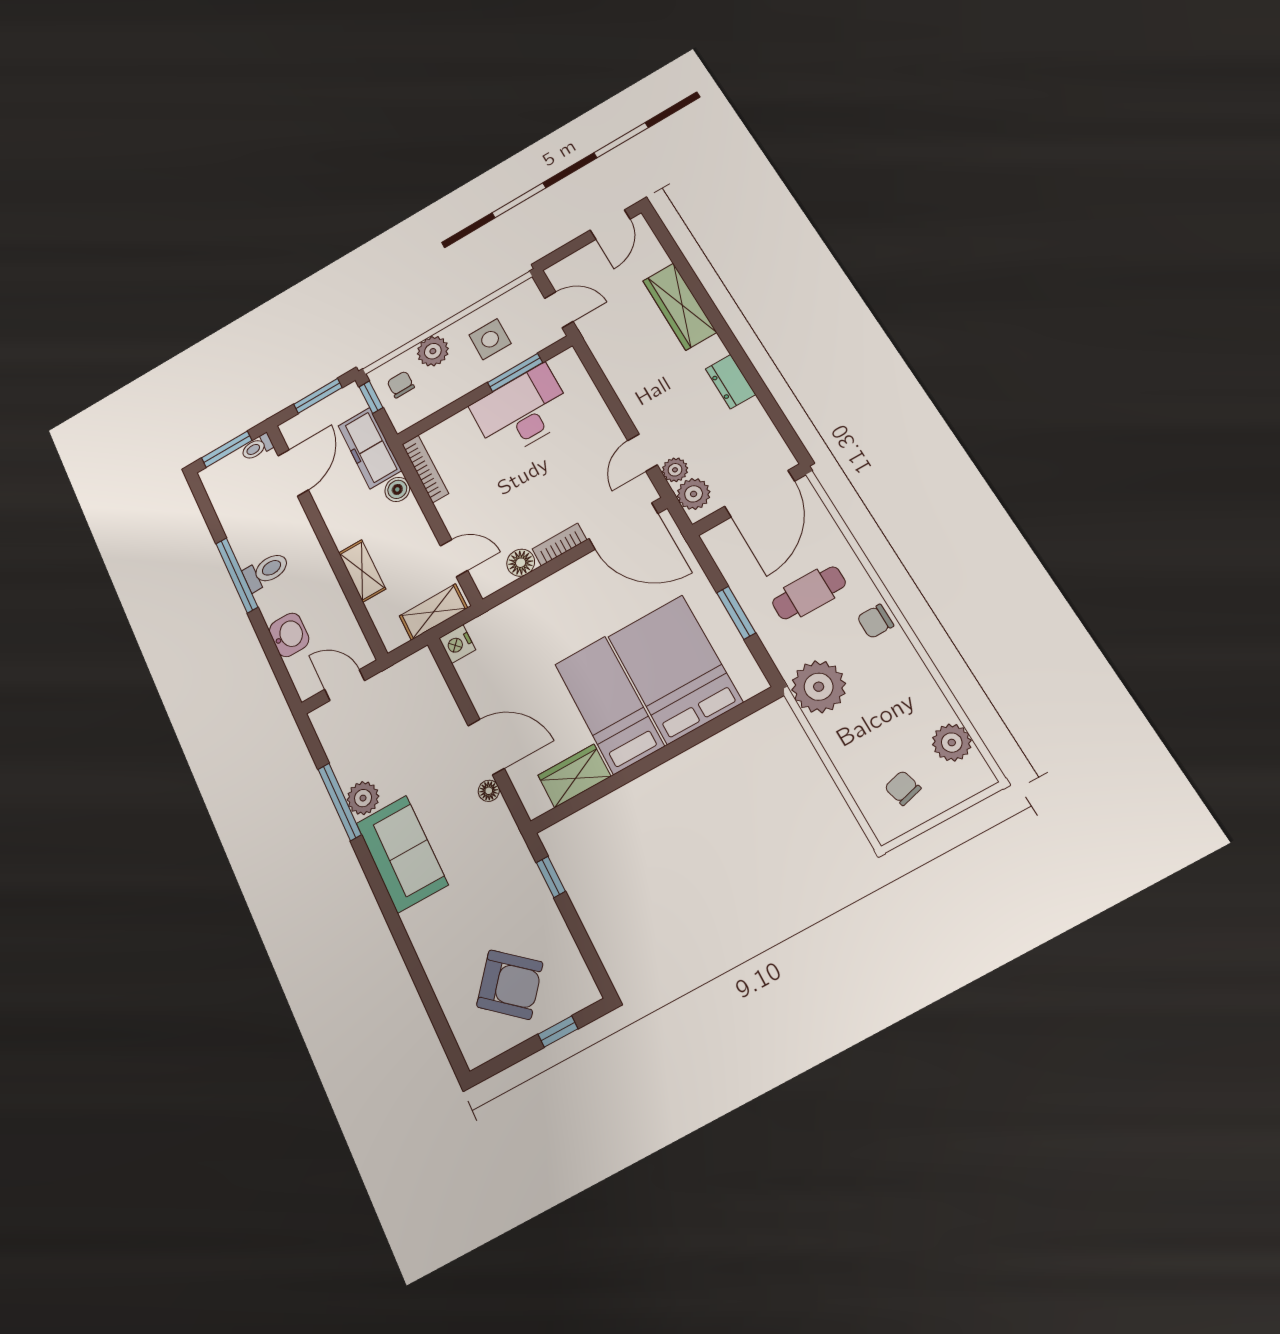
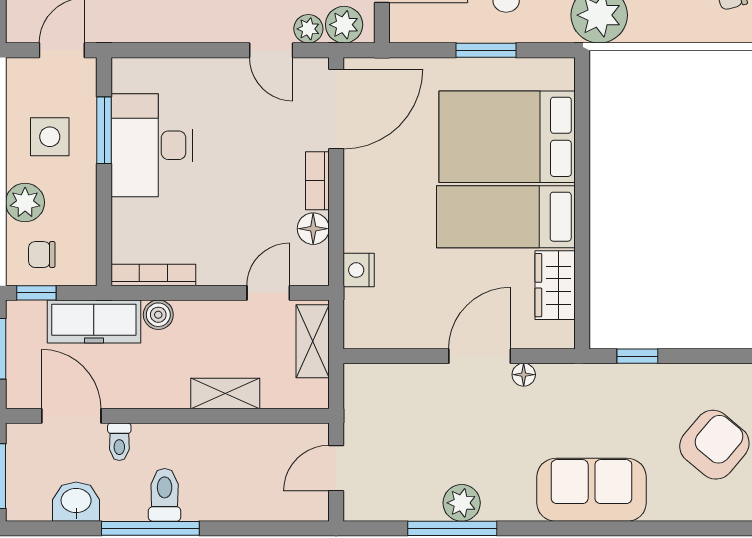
toilet: (257, 447) -> (119, 442), moved
washbasin: (289, 635) -> (76, 502), moved
nightstand: (457, 644) -> (359, 270), moved, turned 90
sofa: (402, 854) -> (592, 490), moved

